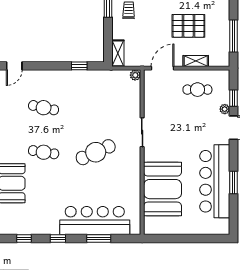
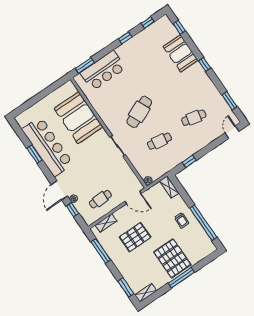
shelving: (196, 61) -> (106, 223), moved
door: (163, 68) -> (133, 198), hinge flipped
cafe table: (44, 152) -> (159, 141), moved
bar counter: (95, 220) -> (103, 71), width x0.73
window: (99, 238) -> (85, 66), moved

